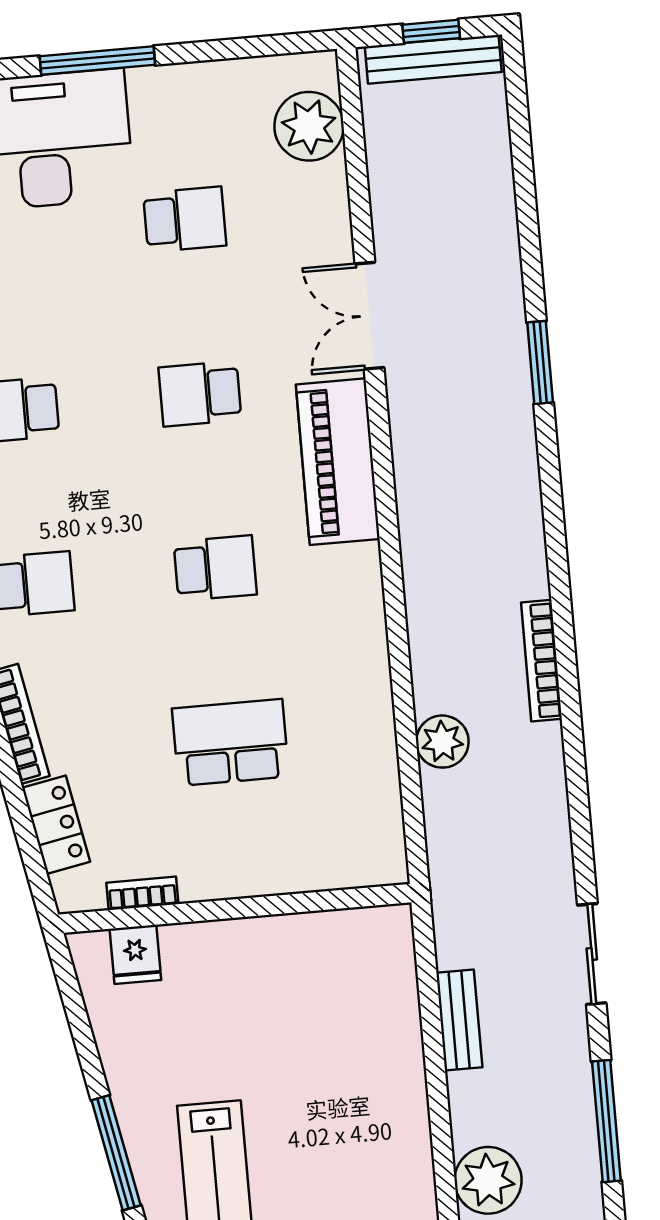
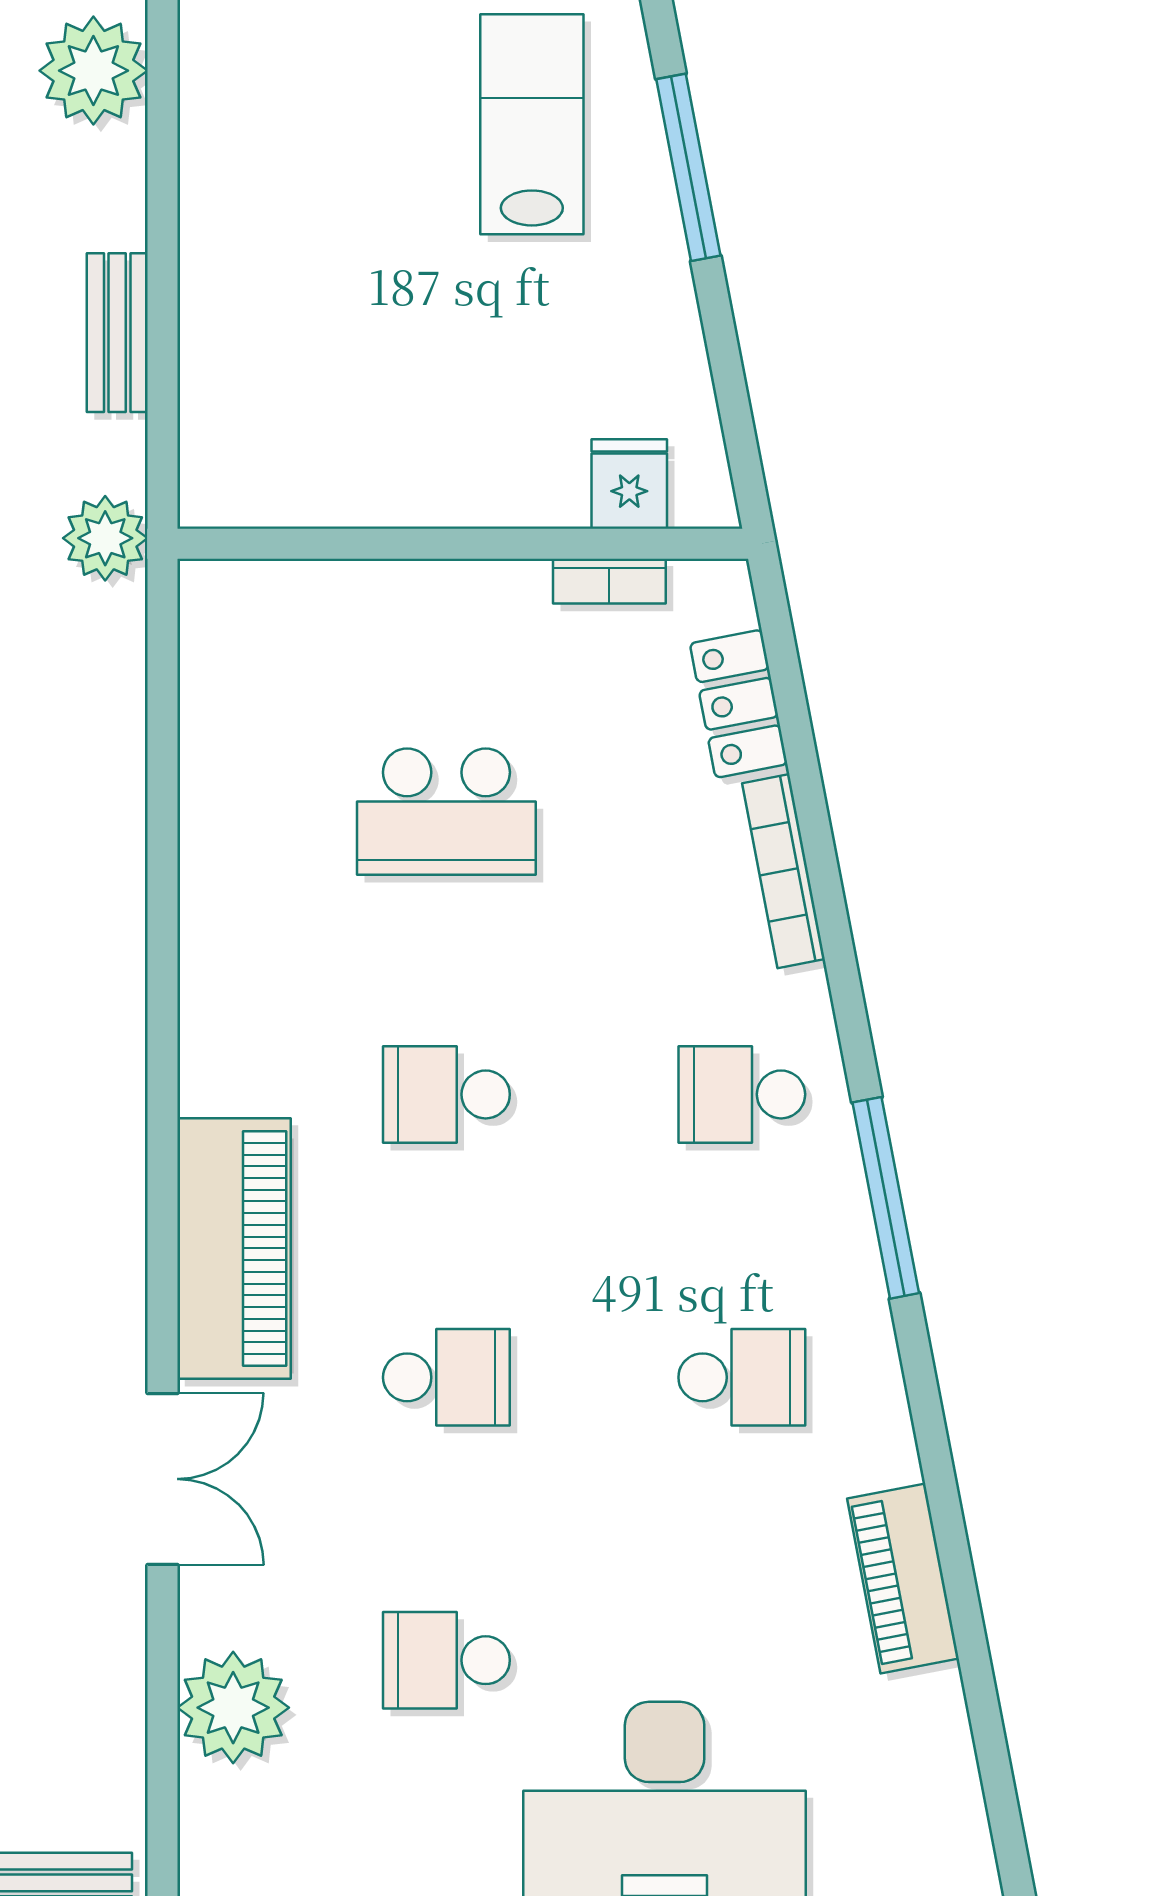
plant: (309, 126) -> (233, 1708), moved
plant: (442, 742) -> (105, 538), moved

